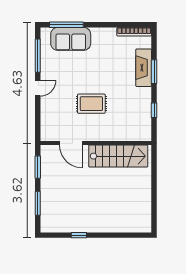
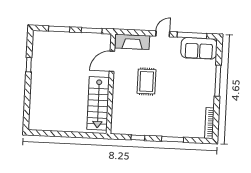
window: (66, 25) -> (218, 81), moved
sofa: (71, 39) -> (199, 48), moved, turned -90
fireplace: (144, 68) -> (132, 42), moved, turned 180
door: (38, 88) -> (163, 34), swing flipped

